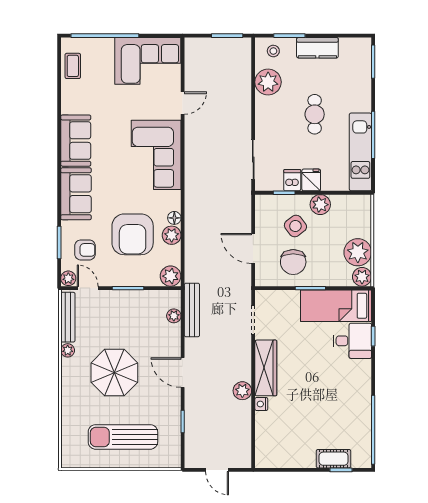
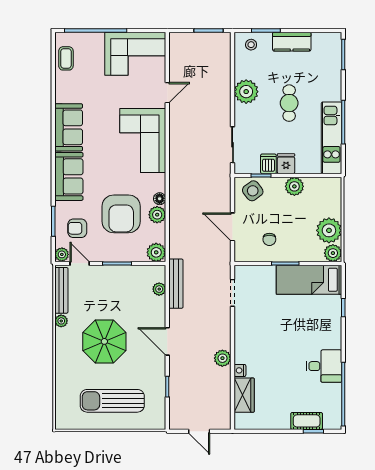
plant: (268, 82) -> (246, 92), moved
side table: (295, 226) -> (253, 191), moved
armchair: (85, 250) -> (77, 228), turned 180
chair: (293, 262) -> (269, 239), width x0.54, depth x0.54
desk: (352, 341) -> (324, 366), moved
wardrobe: (266, 368) -> (244, 395), moved, width x0.67

